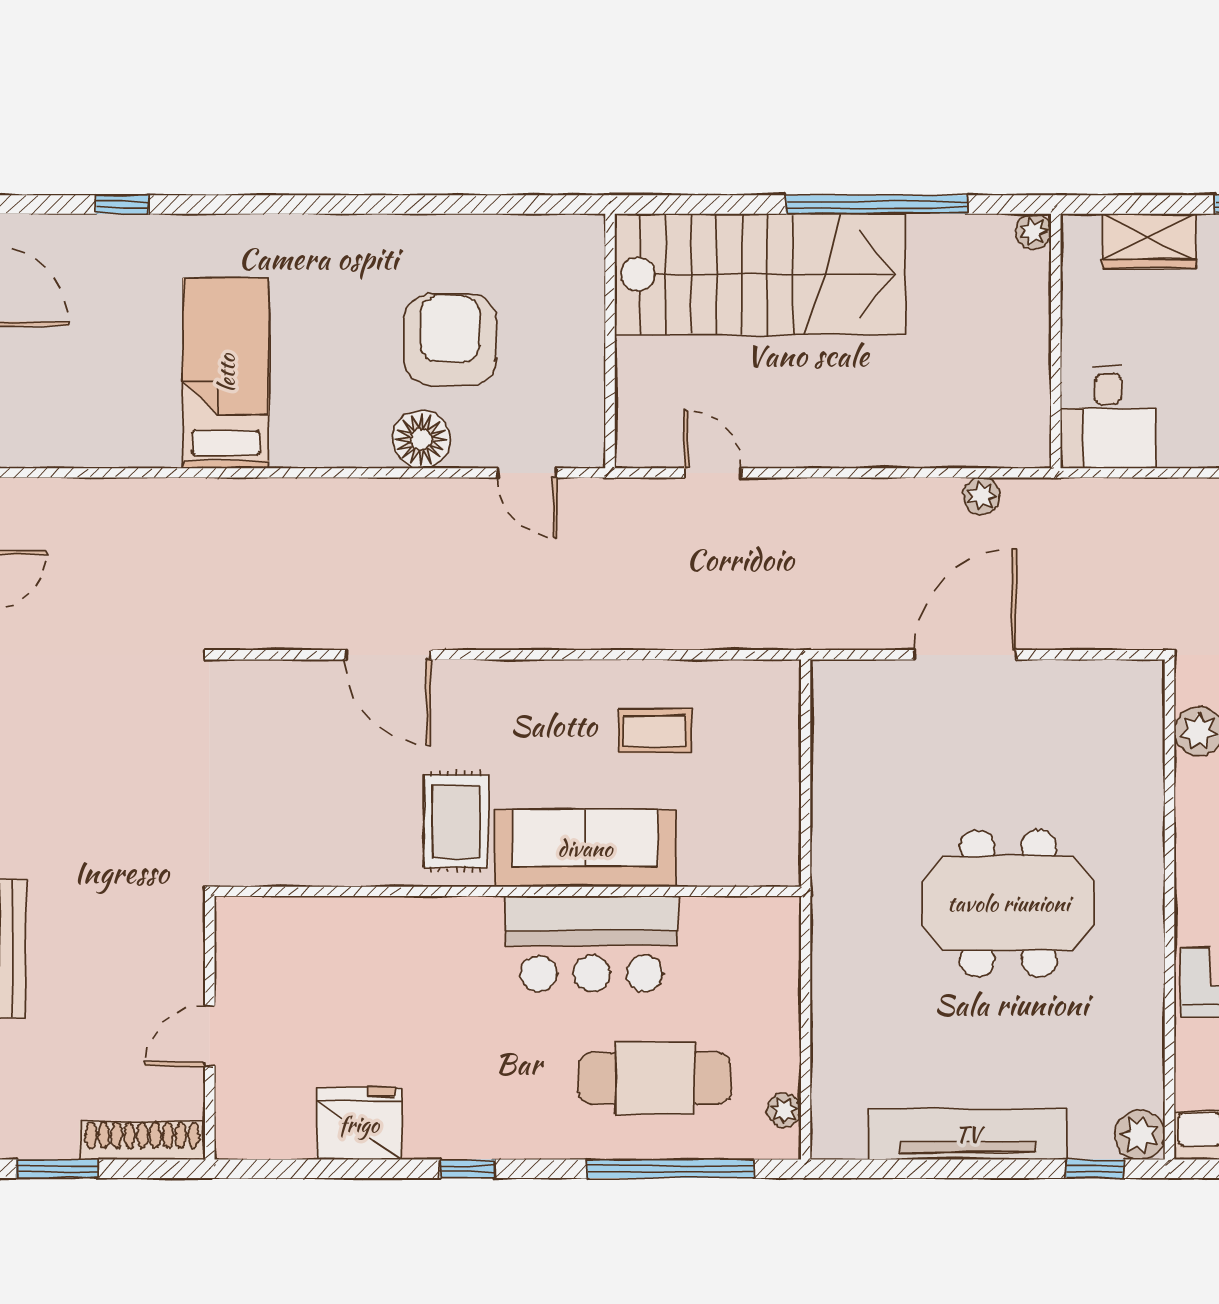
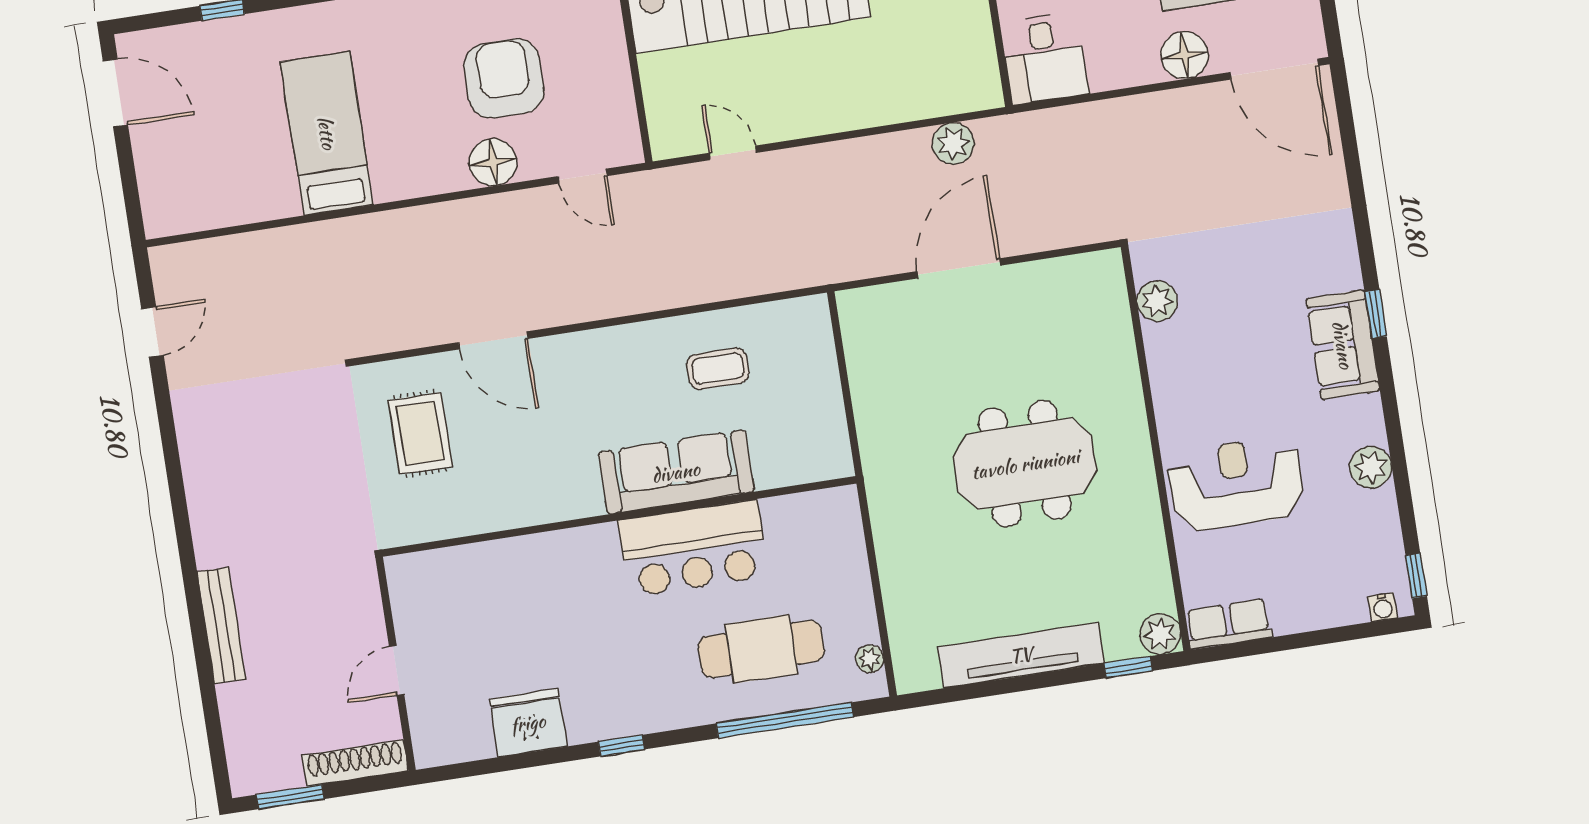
plant: (982, 496) -> (953, 144), width x1.38, depth x1.38
rug: (456, 821) -> (420, 433), moved

